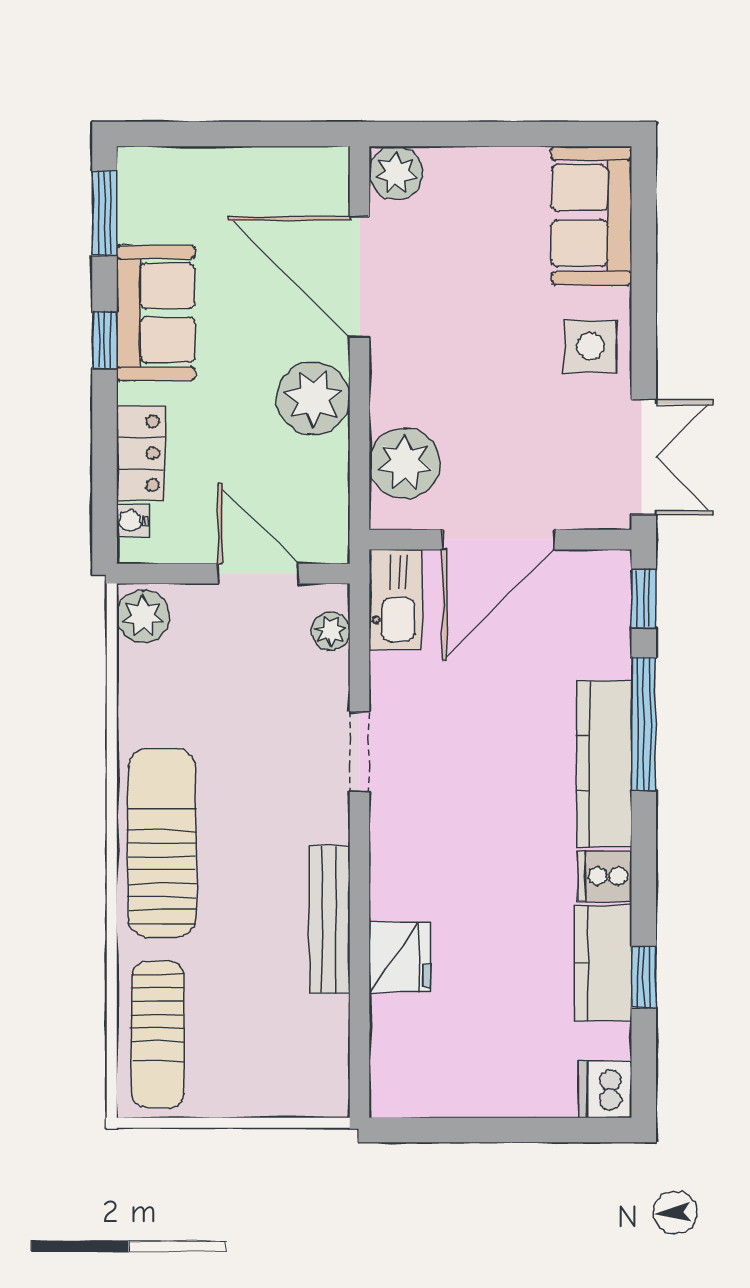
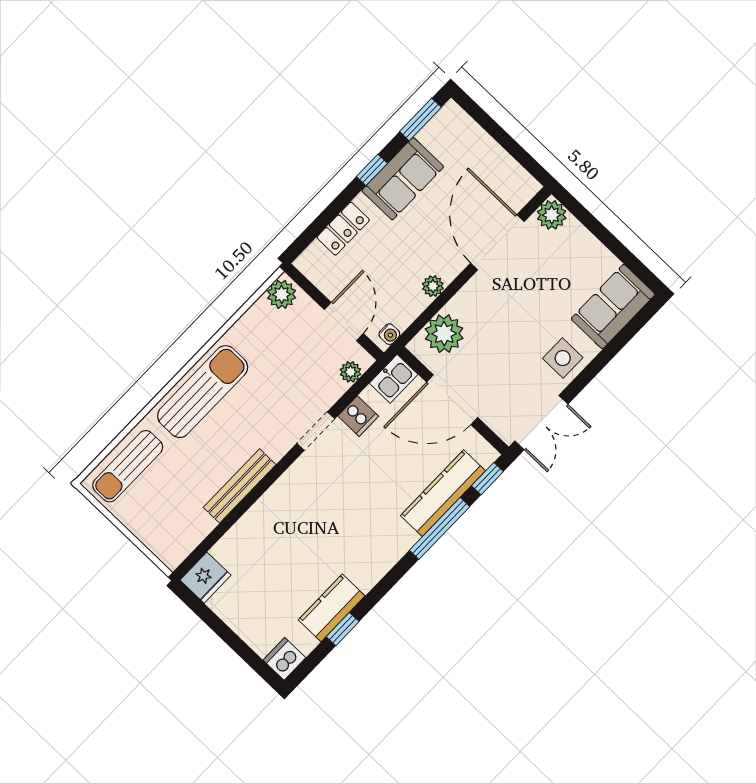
plant: (313, 398) -> (433, 286), width x0.53, depth x0.53
water cooler: (133, 521) -> (389, 334), moved, turned 180
kitchen sink: (396, 600) -> (394, 379), width x0.73
kitchen counter: (604, 764) -> (443, 493), moved
cooker: (605, 876) -> (358, 416), moved, turned 180
fridge: (400, 957) -> (205, 578), moved

